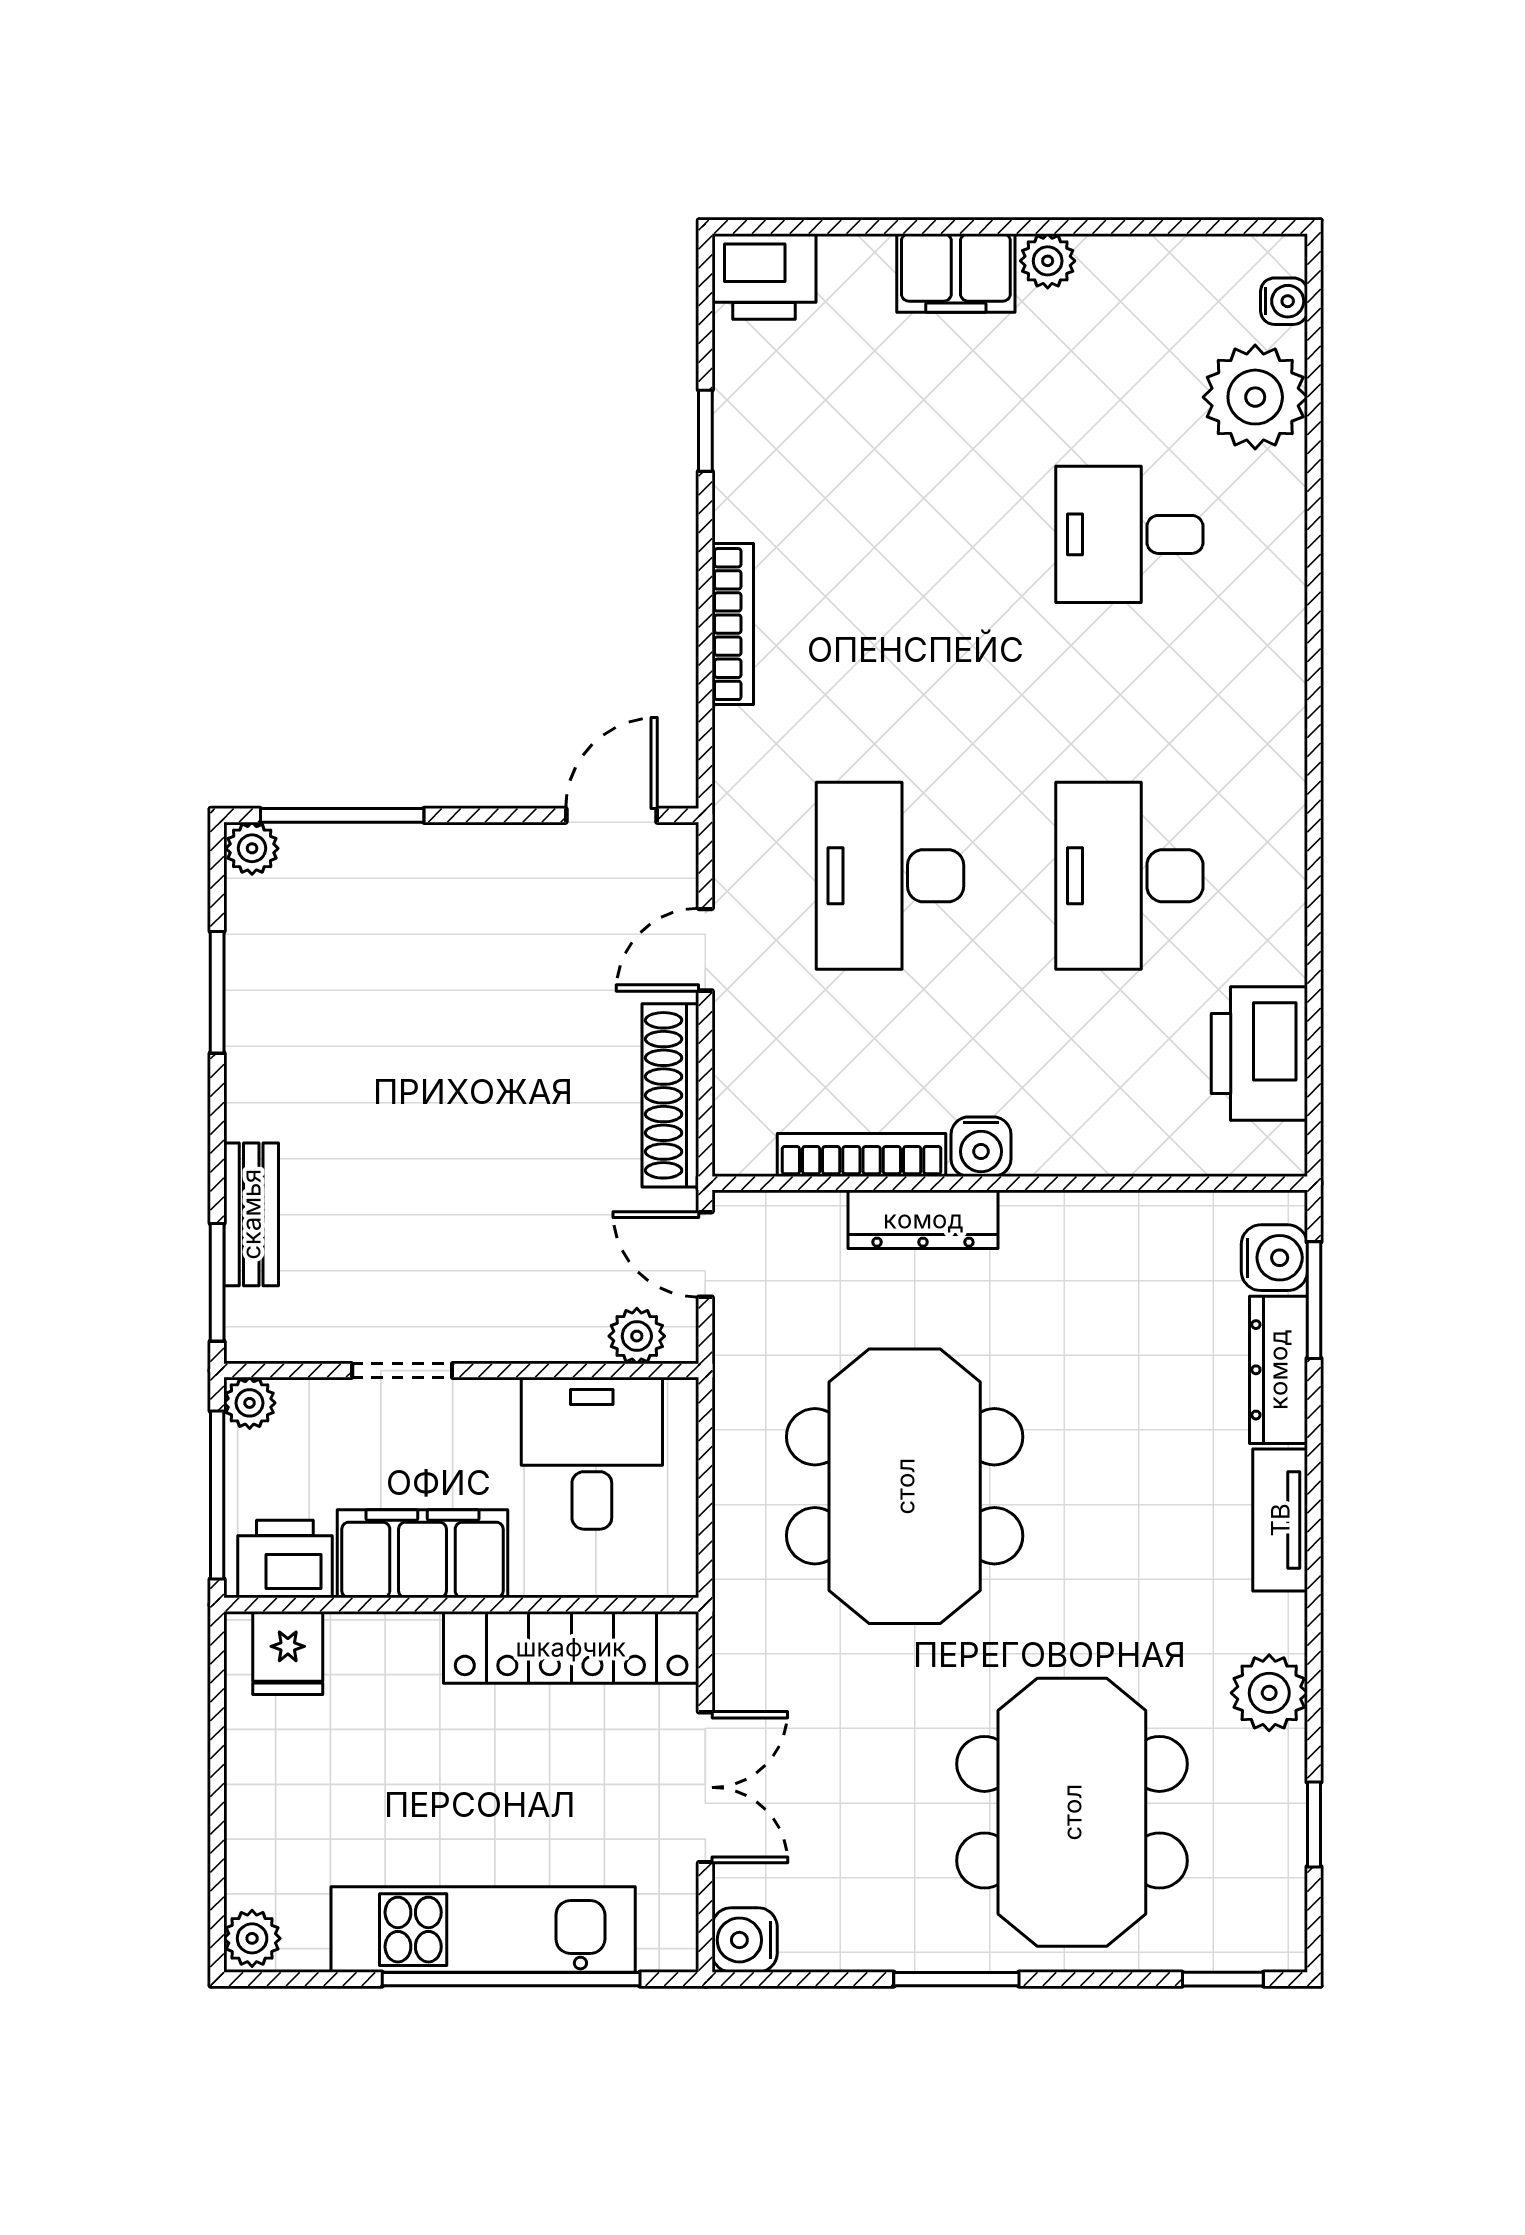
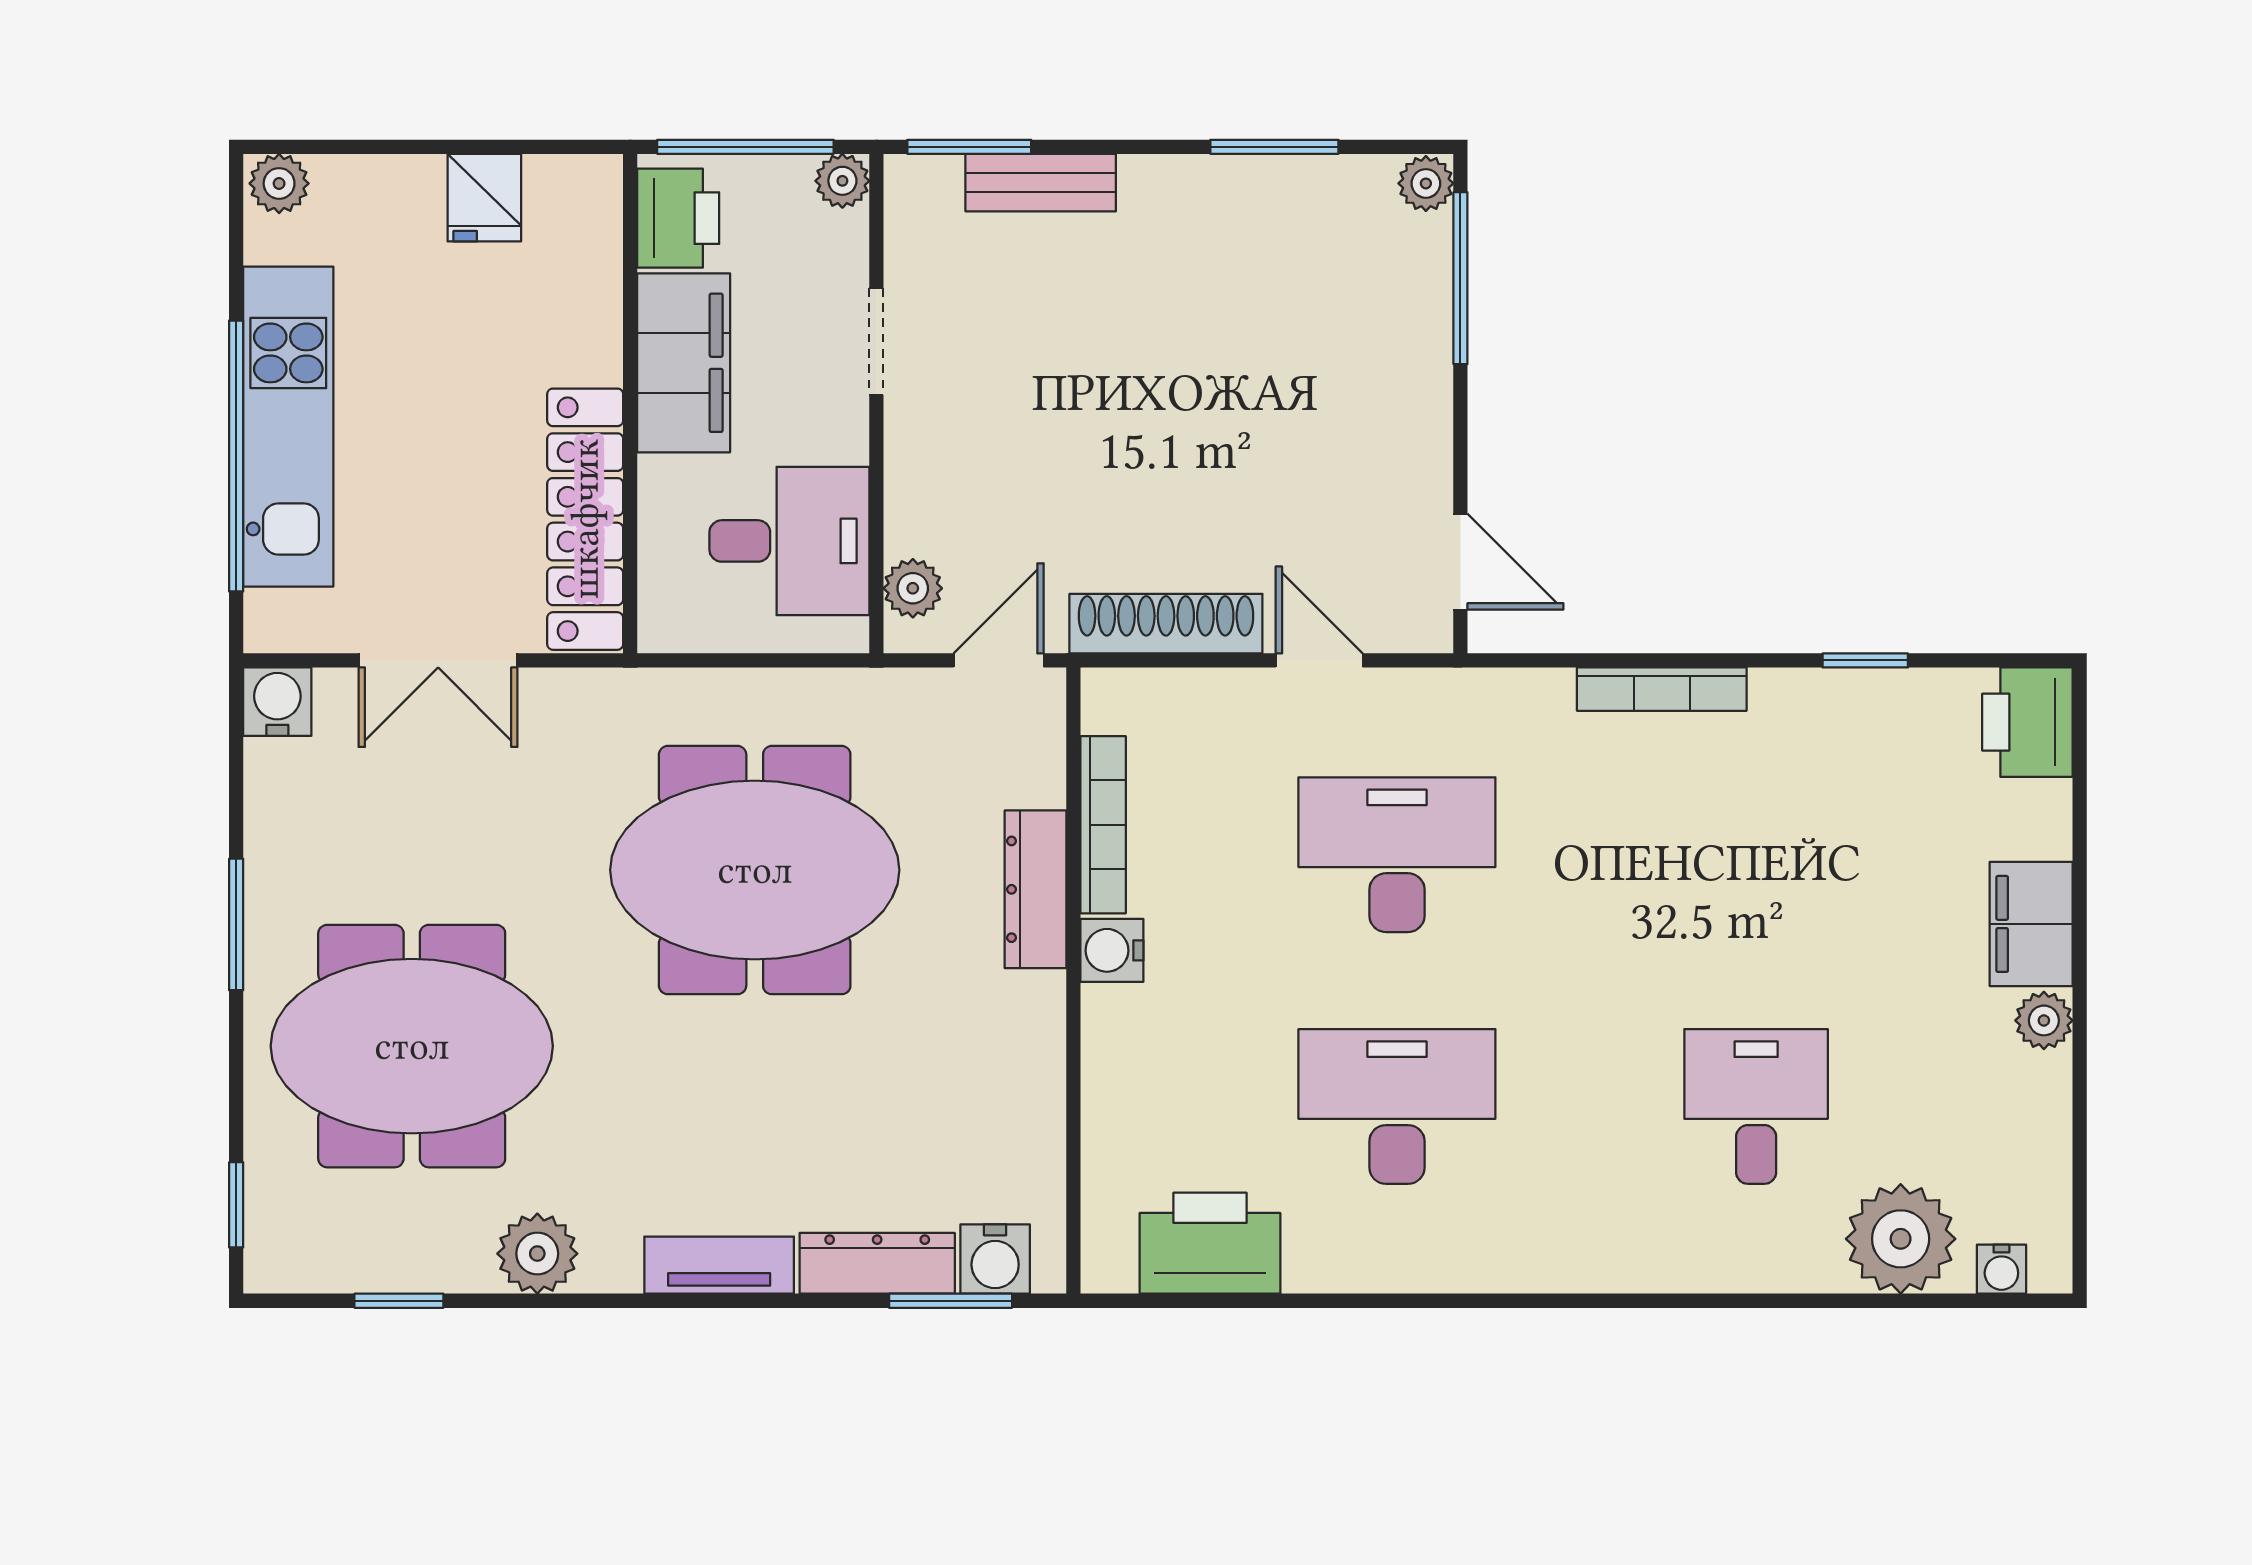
fridge: (288, 1653) -> (484, 198), moved, turned -90

